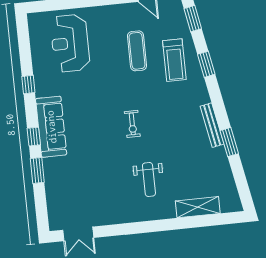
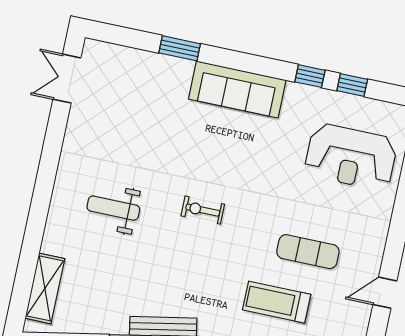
reception desk: (70, 43) -> (351, 157), turned 180
window: (34, 137) -> (352, 85), moved
shelving: (198, 207) -> (45, 288), moved

